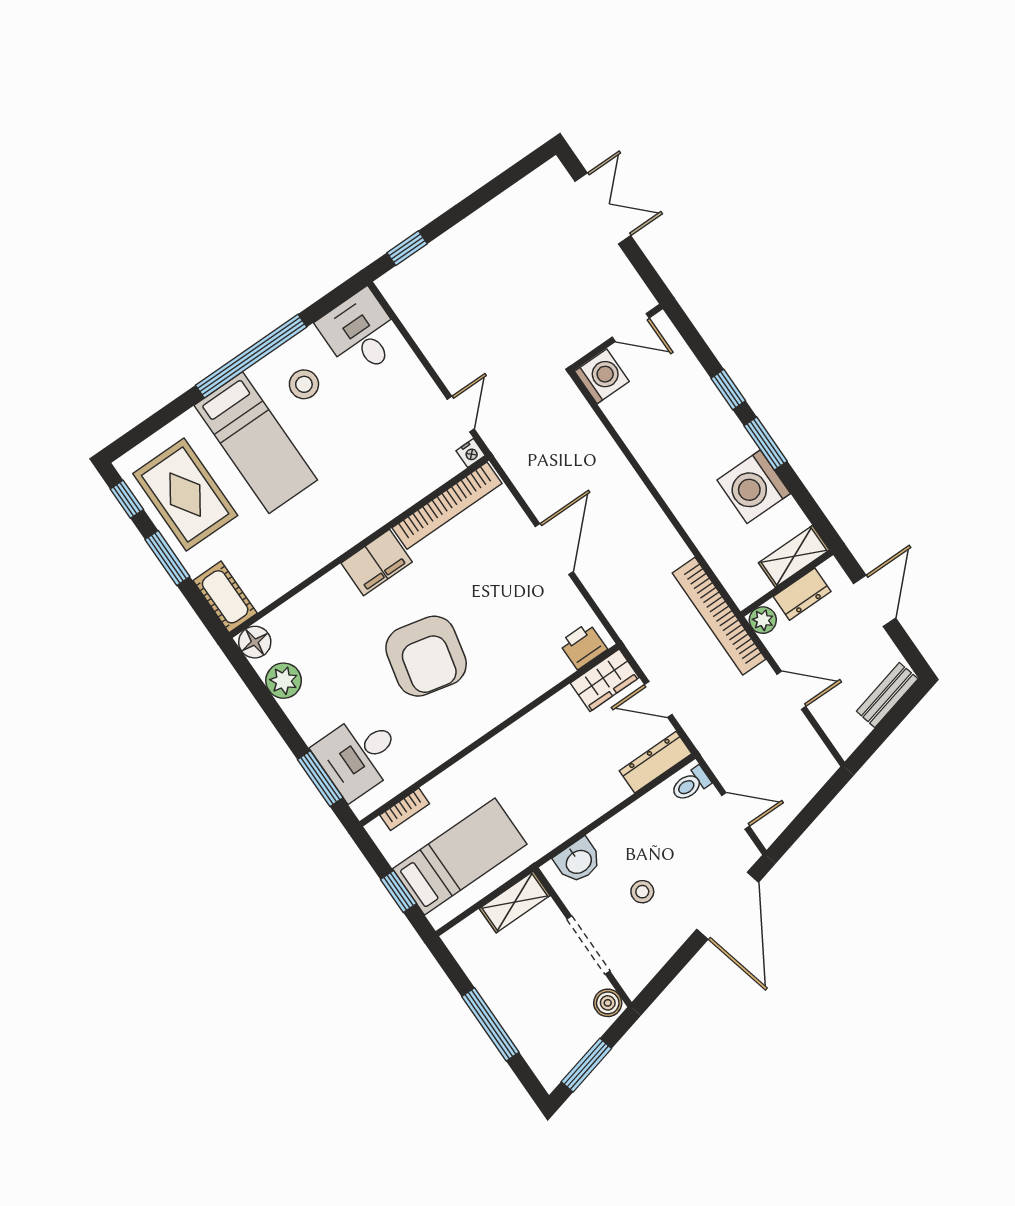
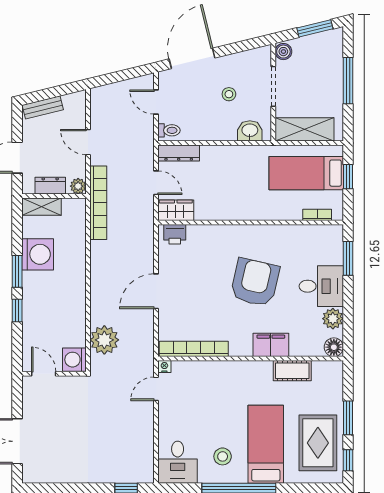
plant: (579, 432) -> (104, 340), added
filing cabinet: (377, 563) -> (271, 345), moved
cot: (225, 597) -> (292, 371), moved, turned 90
desk: (359, 755) -> (321, 286), moved
shelving: (515, 902) -> (305, 129), width x1.50, depth x1.33

